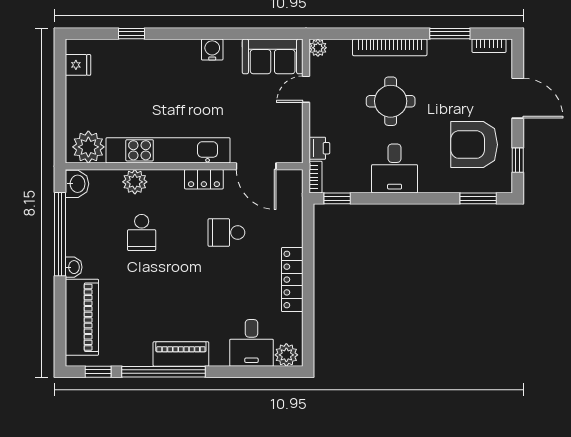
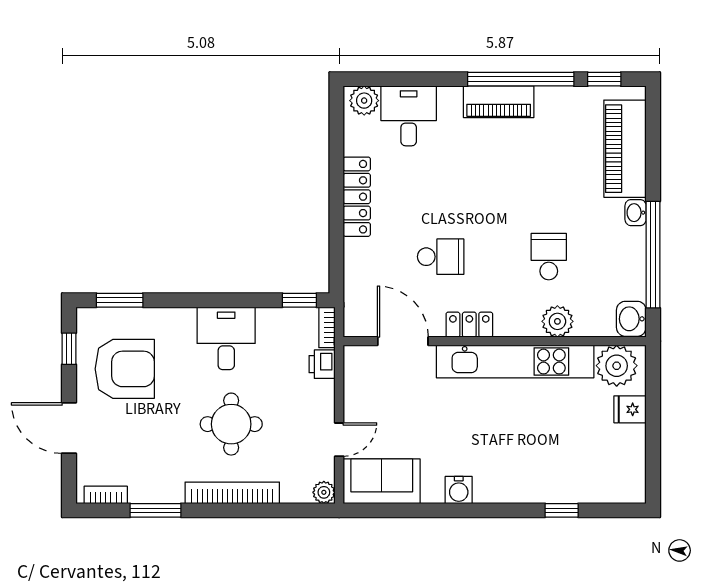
fridge: (78, 65) -> (630, 409), moved

